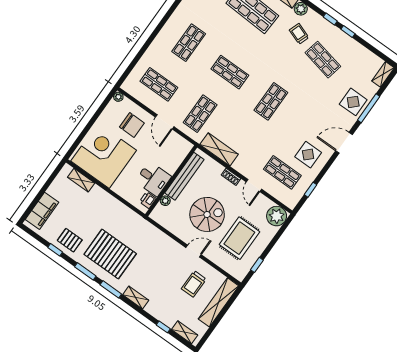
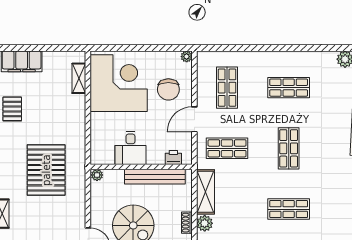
plant: (240, 165) -> (205, 223), added
printer: (148, 200) -> (173, 157), moved
plant: (165, 201) -> (97, 175), moved
pallet: (110, 254) -> (46, 170), moved

